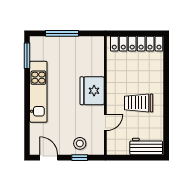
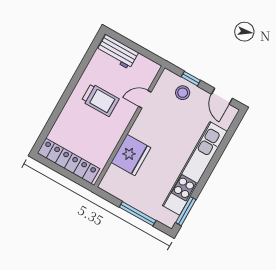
fridge: (92, 91) -> (131, 155), moved
kitchen unit: (38, 92) -> (195, 168), width x1.36

